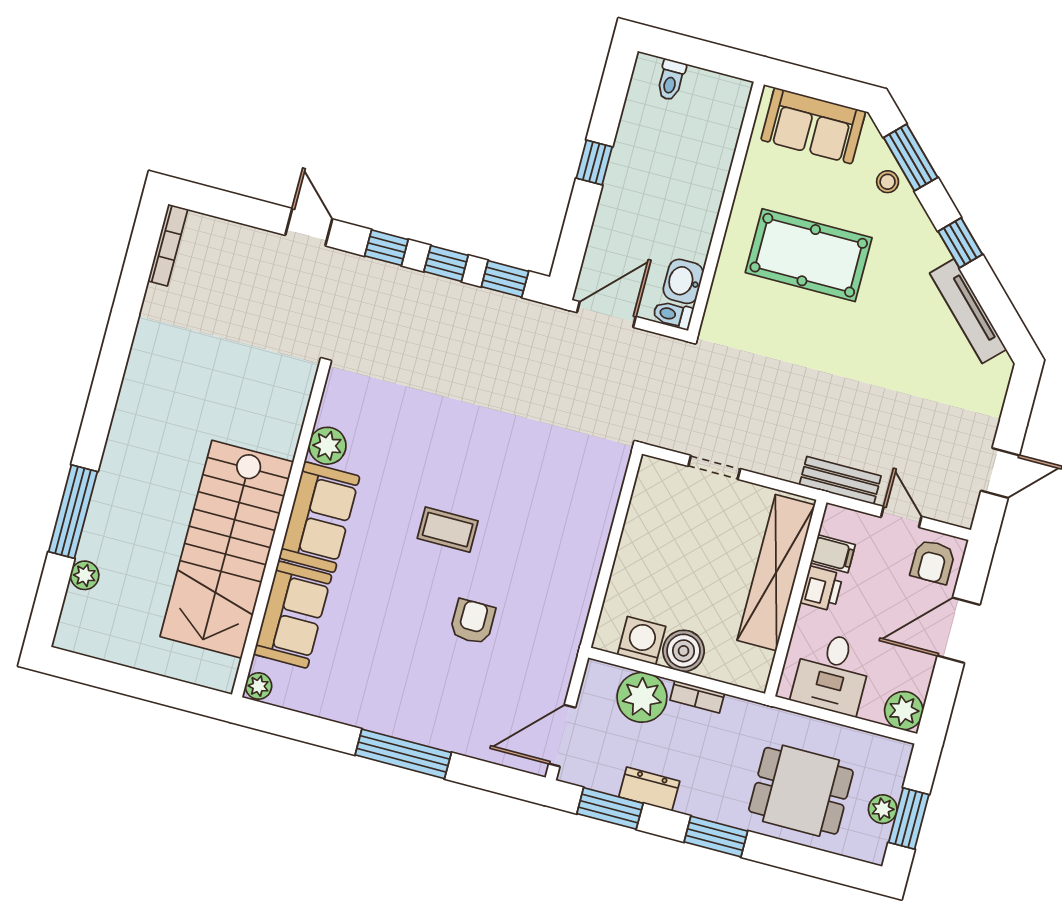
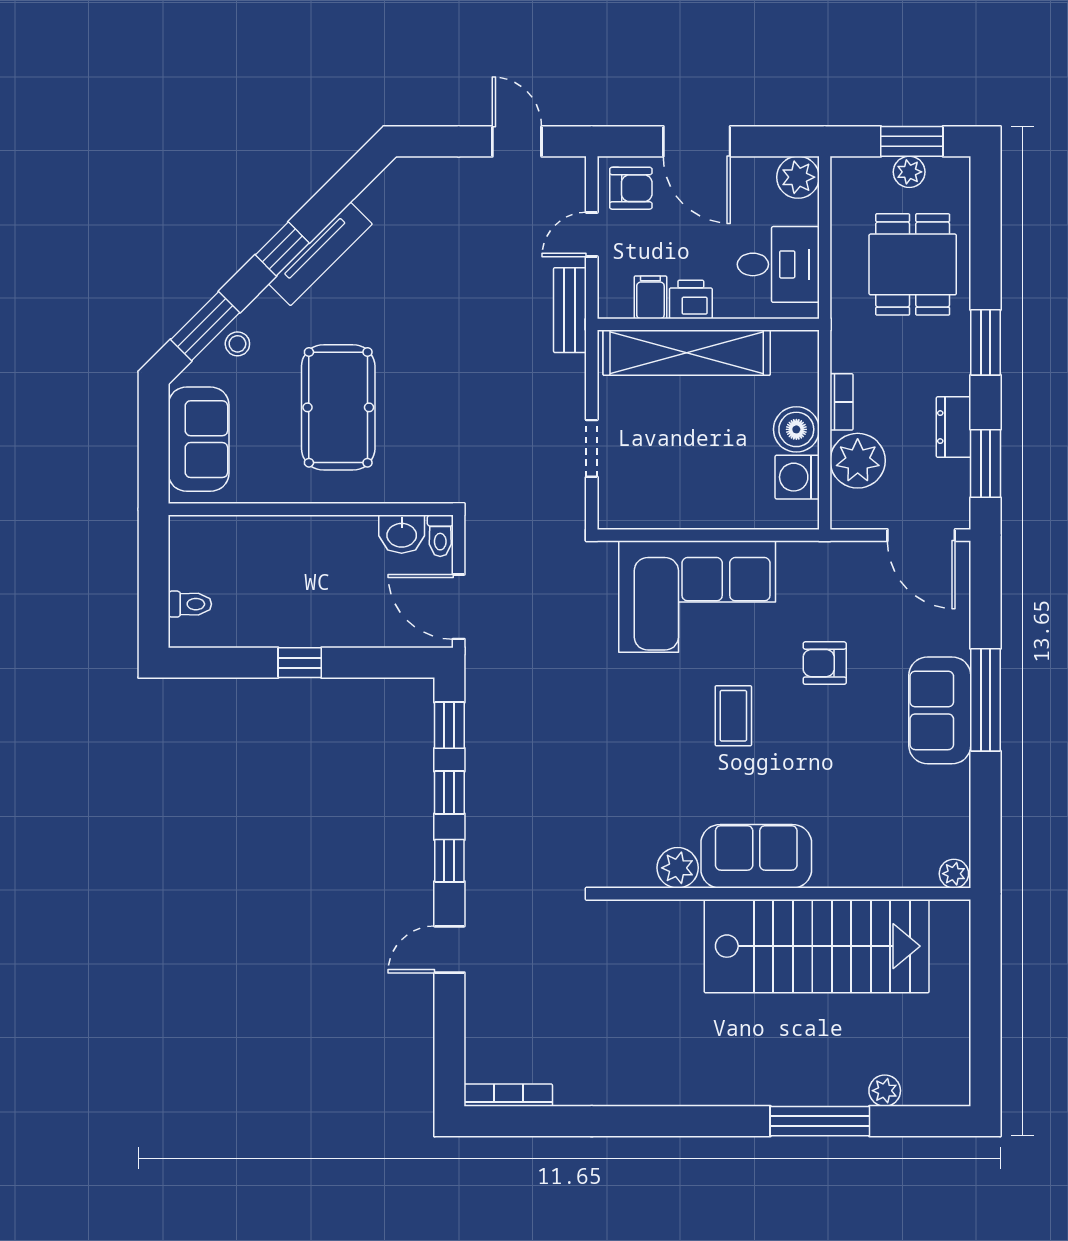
tv unit: (968, 311) -> (320, 254), moved
corner sofa: (560, 525) -> (697, 597), added
sofa: (293, 615) -> (940, 710), moved, turned -90

